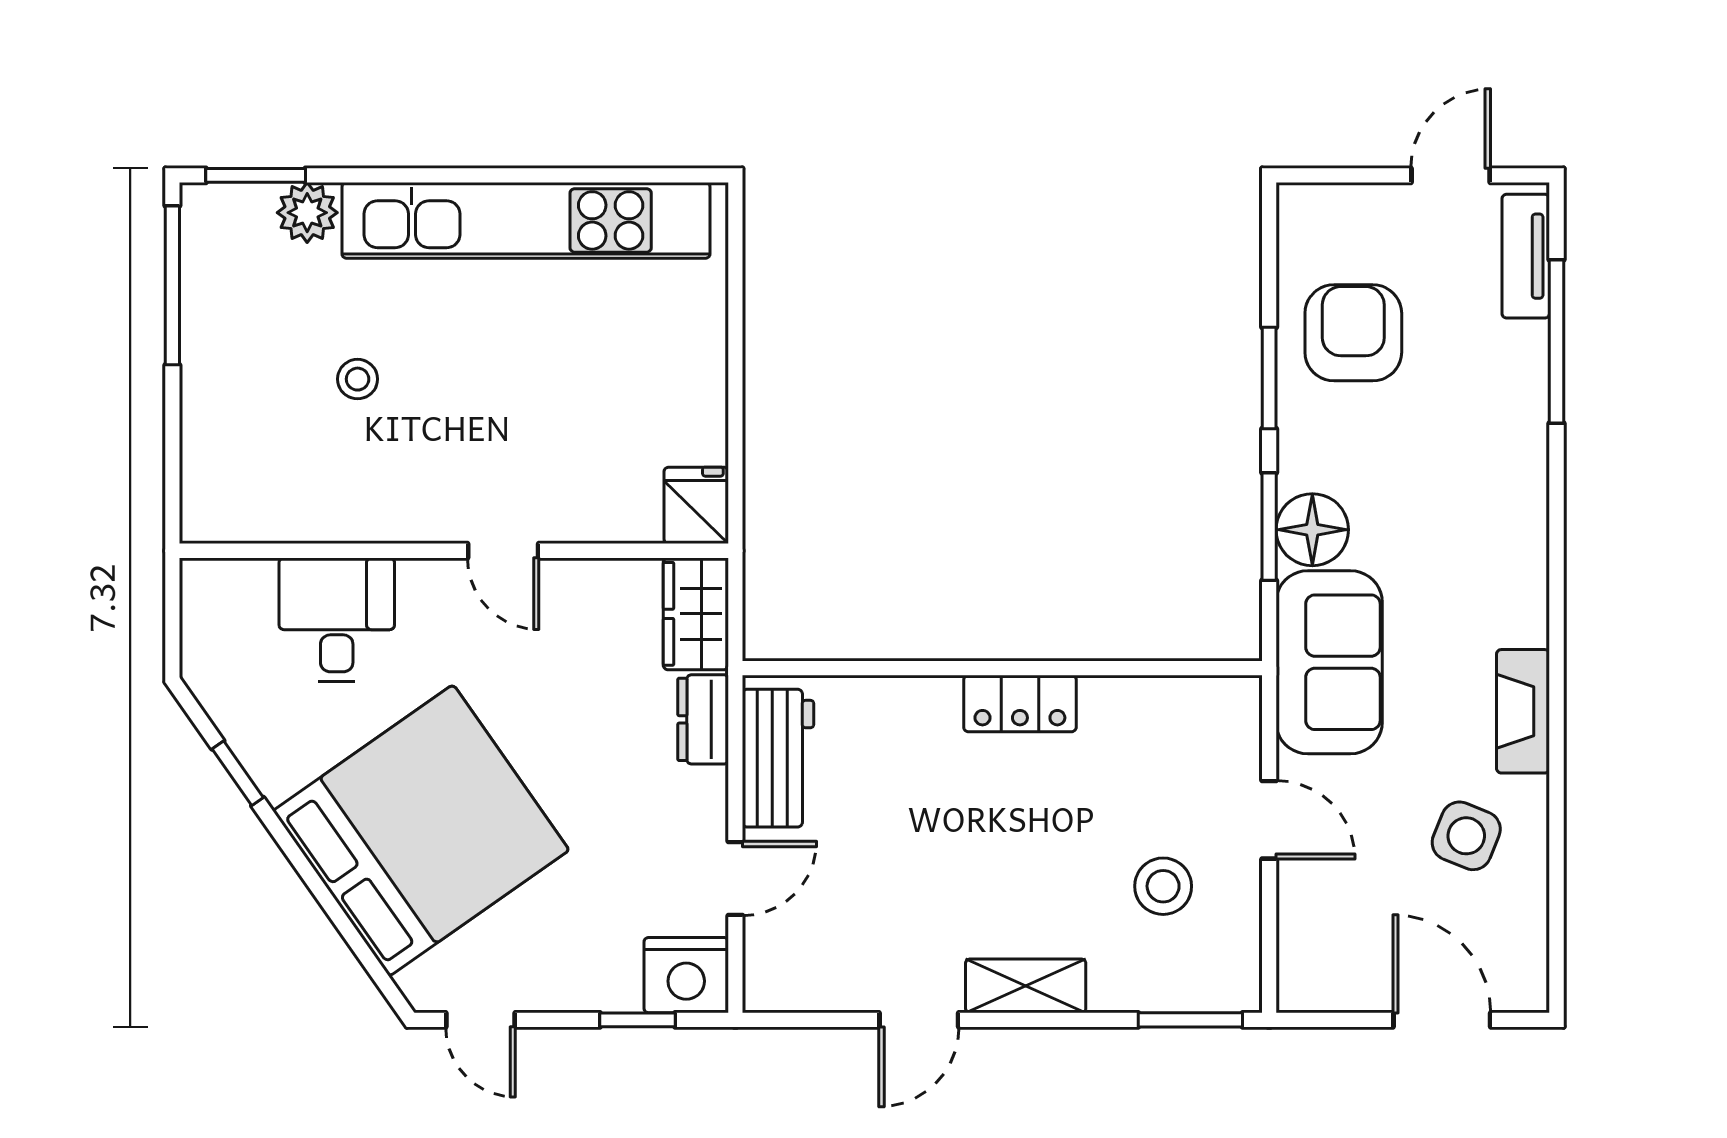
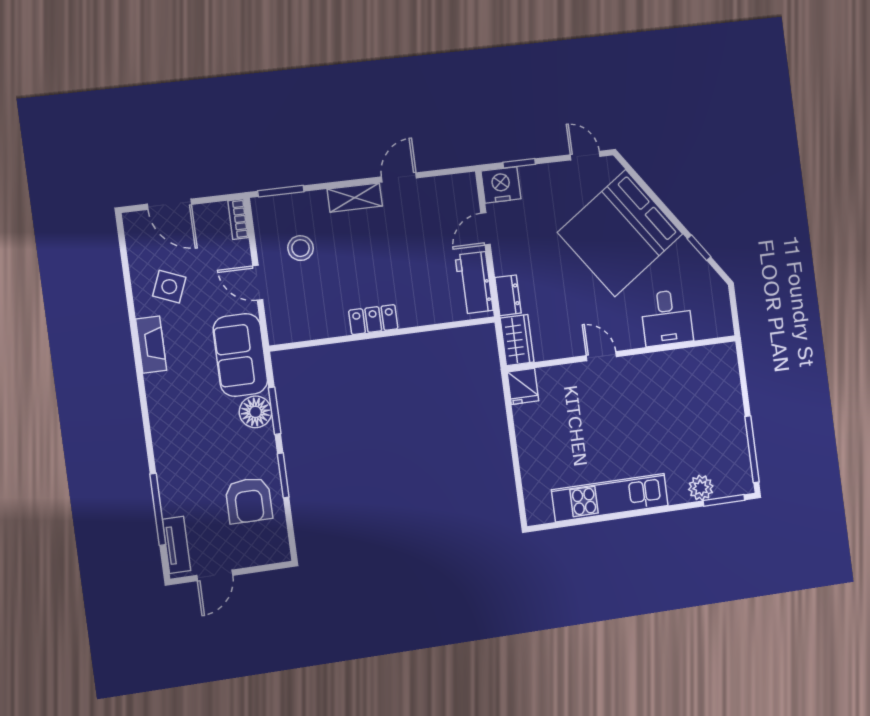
kitchen unit: (526, 220) -> (610, 498), width x0.73
stool: (358, 379) -> (671, 421), removed
bookcase: (1294, 968) -> (238, 219), added

